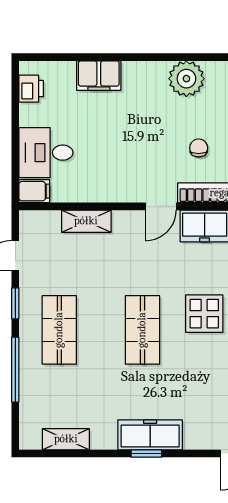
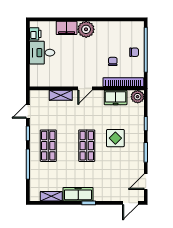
plant: (186, 79) -> (86, 29), moved
desk: (46, 153) -> (42, 53), moved
filing cabinet: (34, 191) -> (37, 81), removed
door: (161, 206) -> (85, 88), moved
freezer: (150, 435) -> (78, 194), moved

